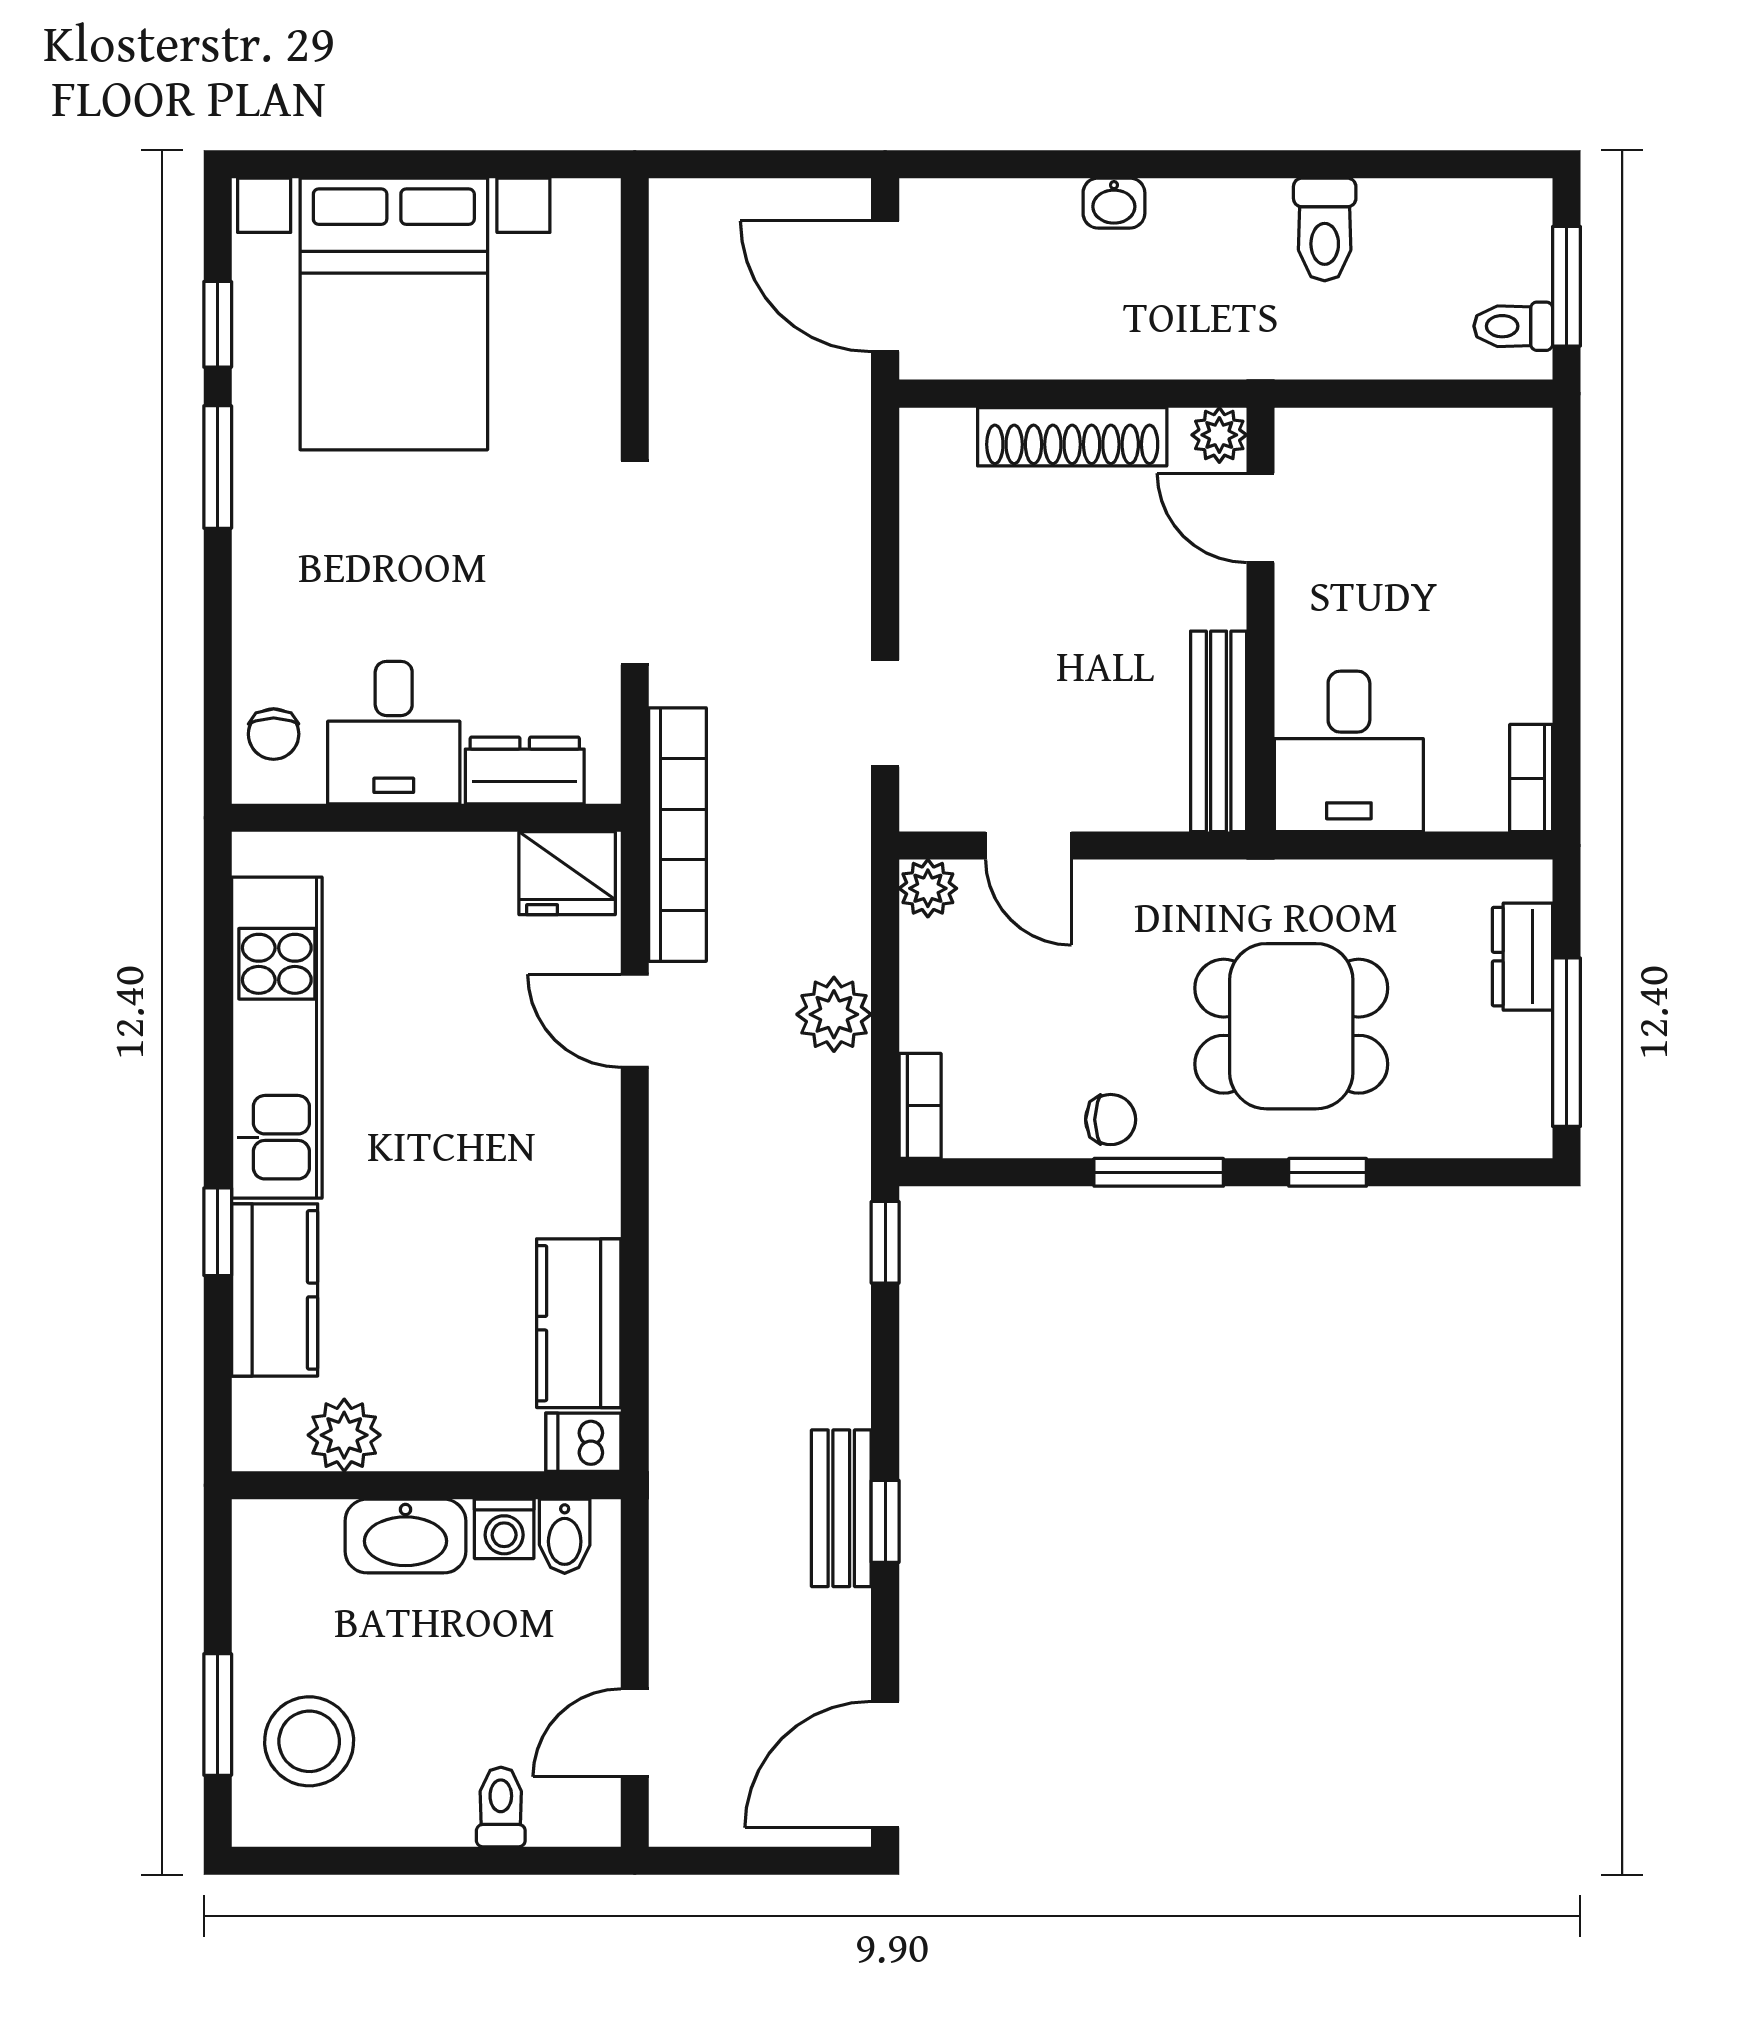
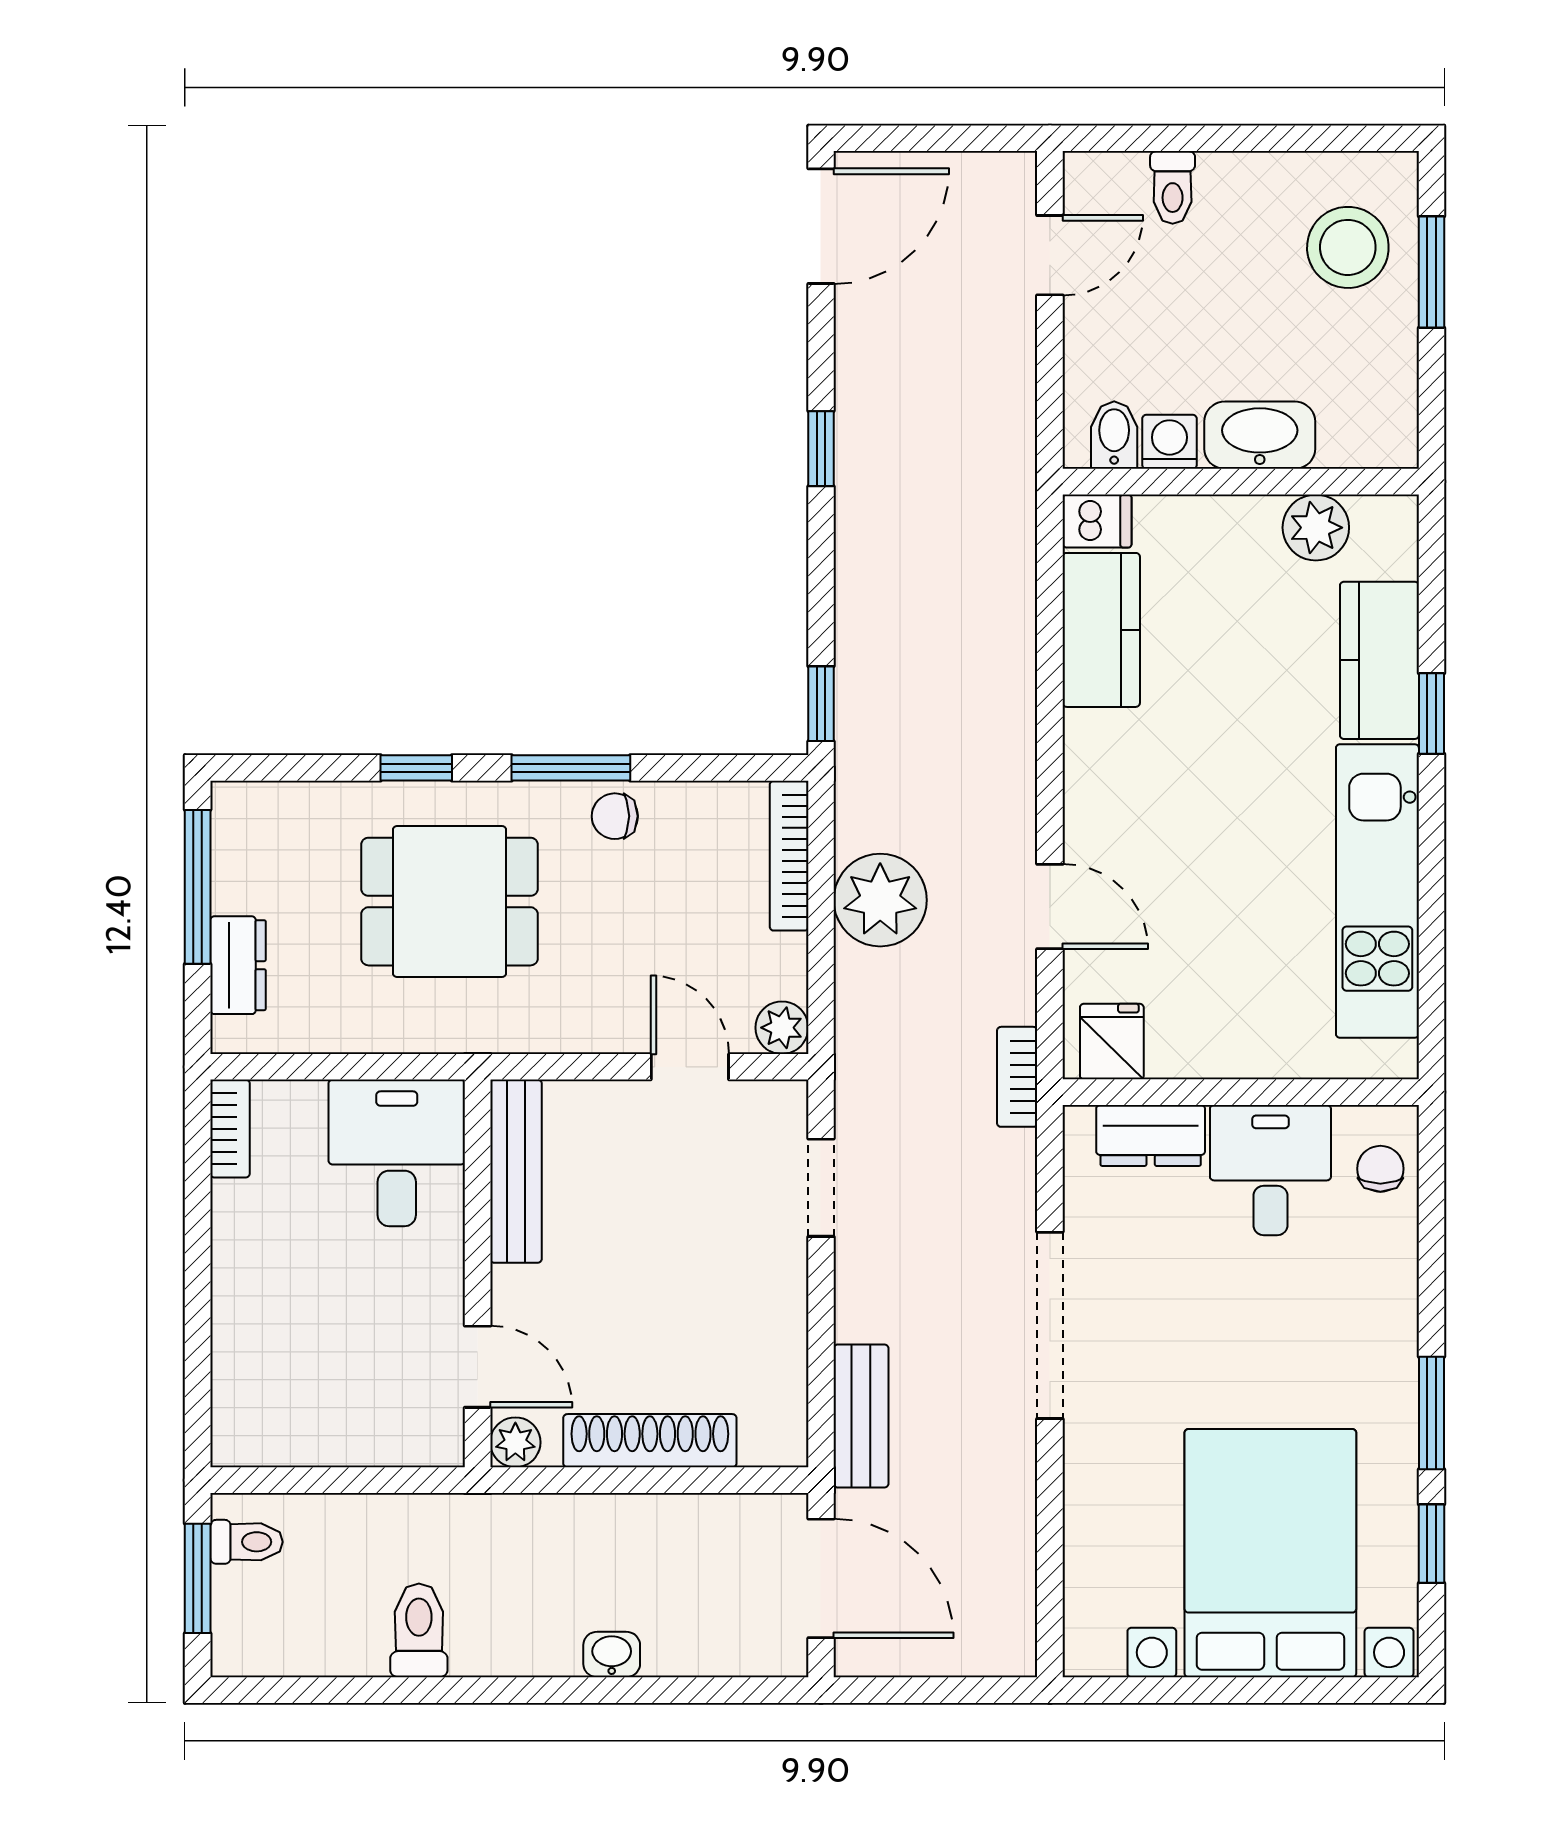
bookcase: (678, 835) -> (1017, 1077), width x0.43, depth x0.76
fridge: (567, 873) -> (1112, 1042), width x0.72
plant: (834, 1014) -> (880, 900), width x1.36, depth x1.36
bookcase: (920, 1106) -> (789, 856), width x1.56
bench: (841, 1508) -> (861, 1416), moved

